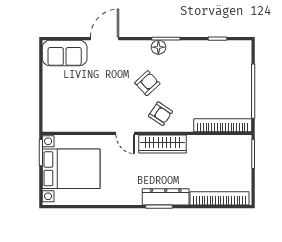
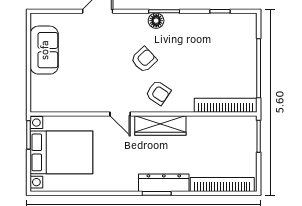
sofa: (65, 53) -> (44, 50), moved, turned -90

